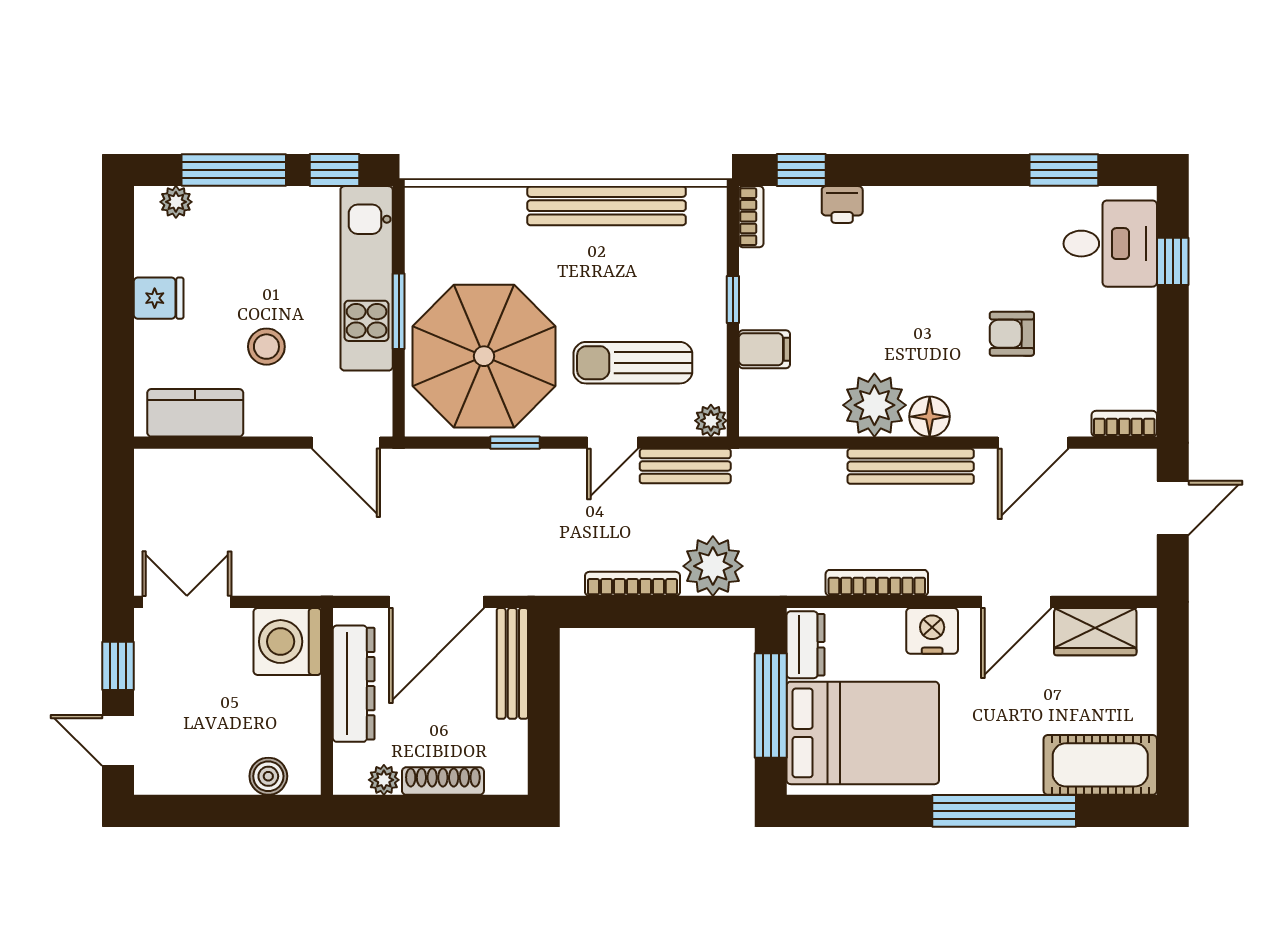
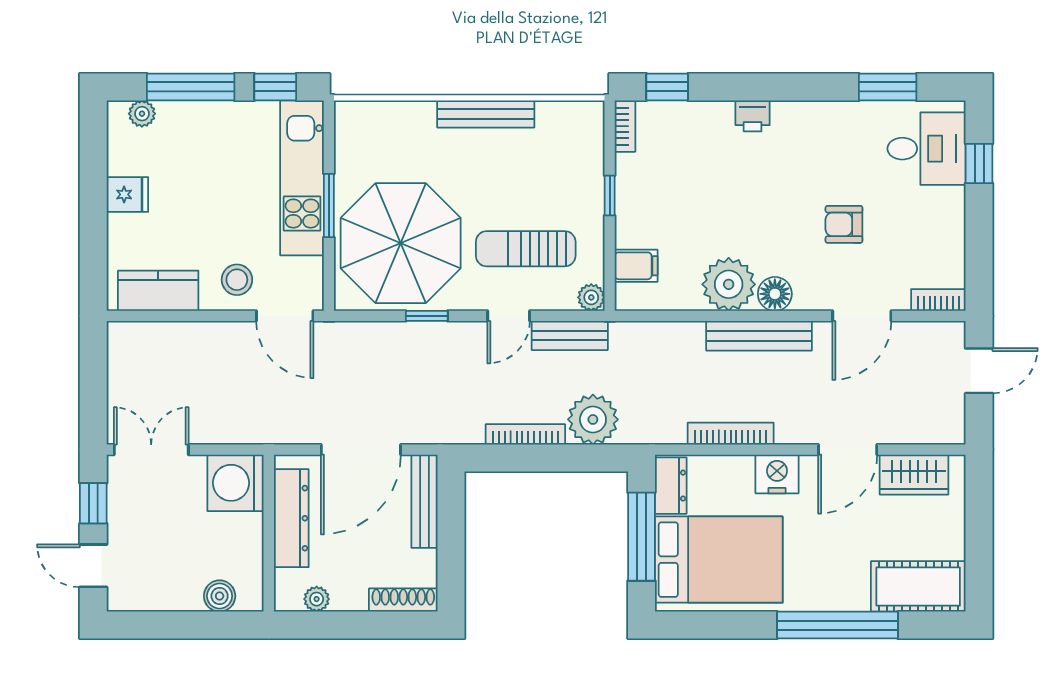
printer: (842, 205) -> (753, 116), moved
bench: (607, 206) -> (486, 114), width x0.73, depth x0.82
stool: (266, 347) -> (237, 280), moved
filing cabinet: (764, 349) -> (636, 266), moved
shoe rack: (443, 781) -> (403, 600), moved

